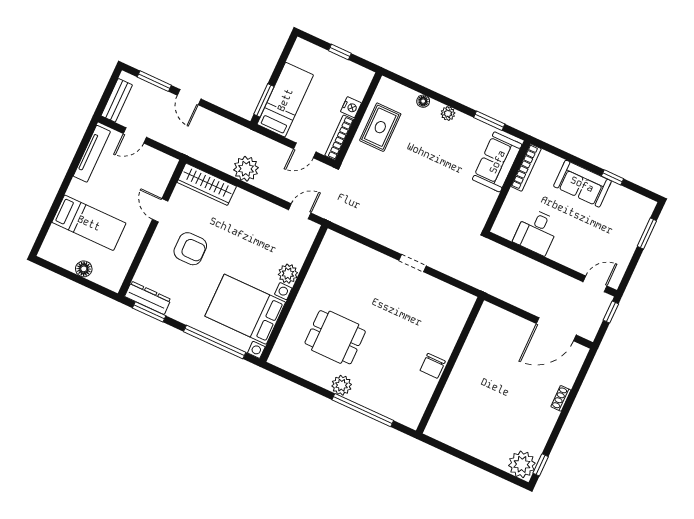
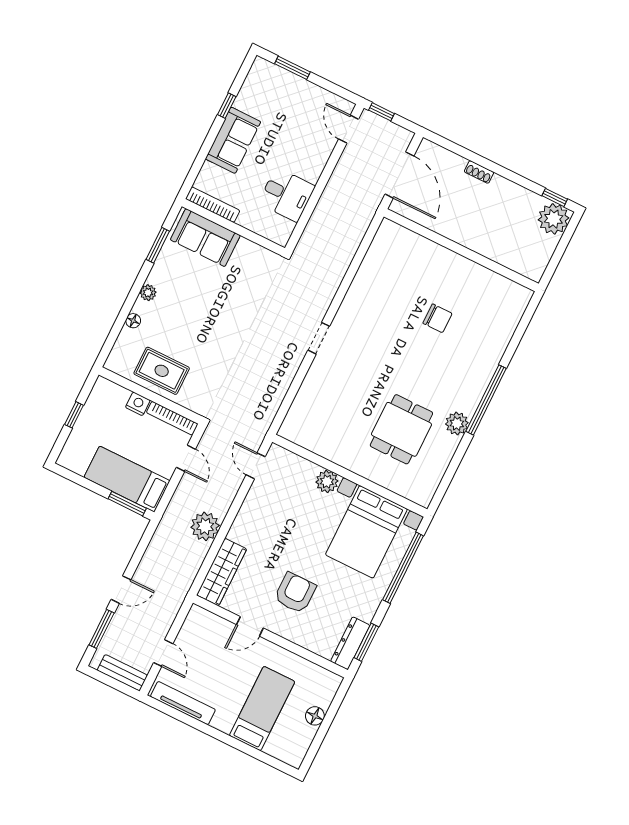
wall: (450, 365) -> (461, 250), moved

